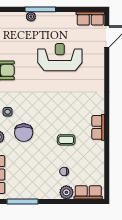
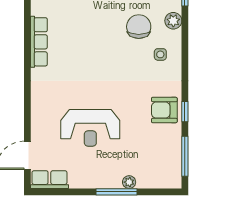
row of seats: (98, 127) -> (39, 42), width x1.48
coffee table: (66, 140) -> (82, 17), removed

